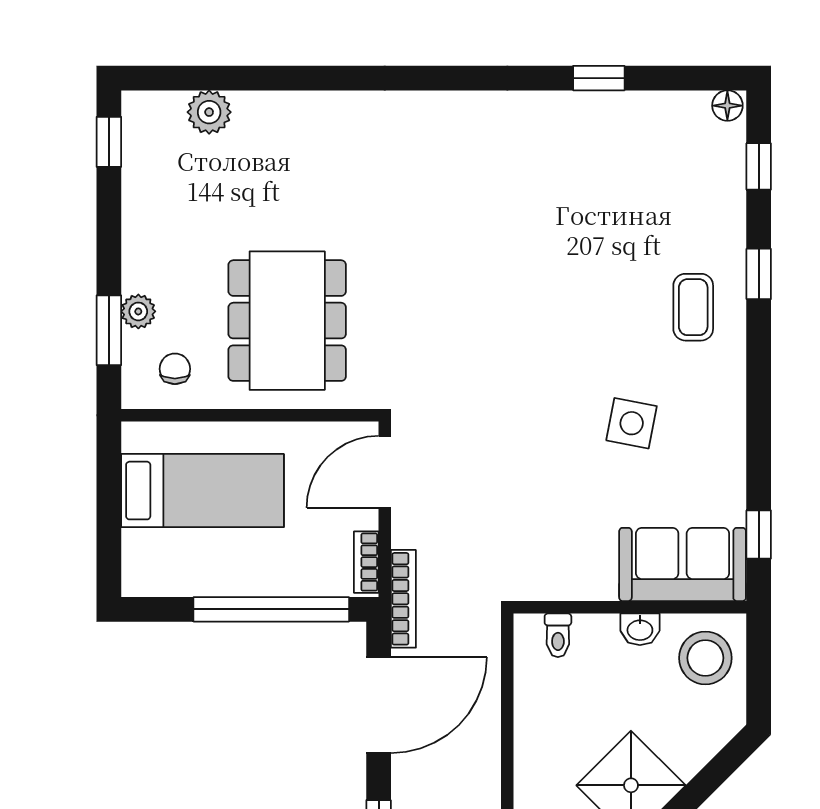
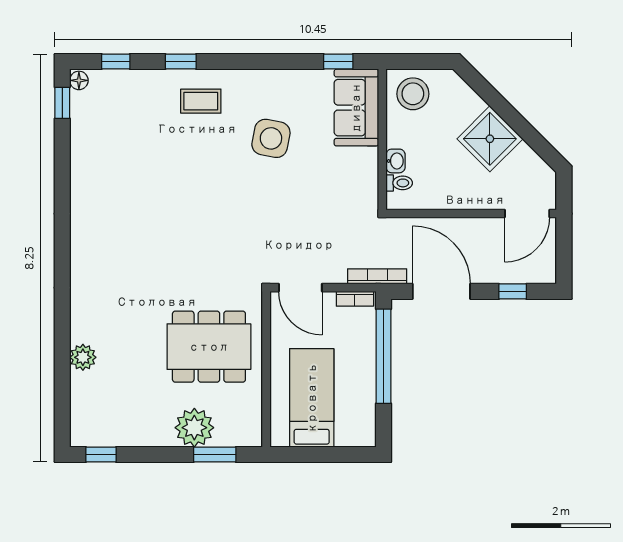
window: (599, 78) -> (62, 103), moved
plant: (209, 112) -> (83, 357), moved
plant: (138, 311) -> (194, 428), width x1.88, depth x1.88
chair: (175, 369) -> (238, 415), removed
side table: (632, 423) -> (271, 138), width x1.37, depth x1.37
washbasin: (640, 629) -> (396, 161), moved

